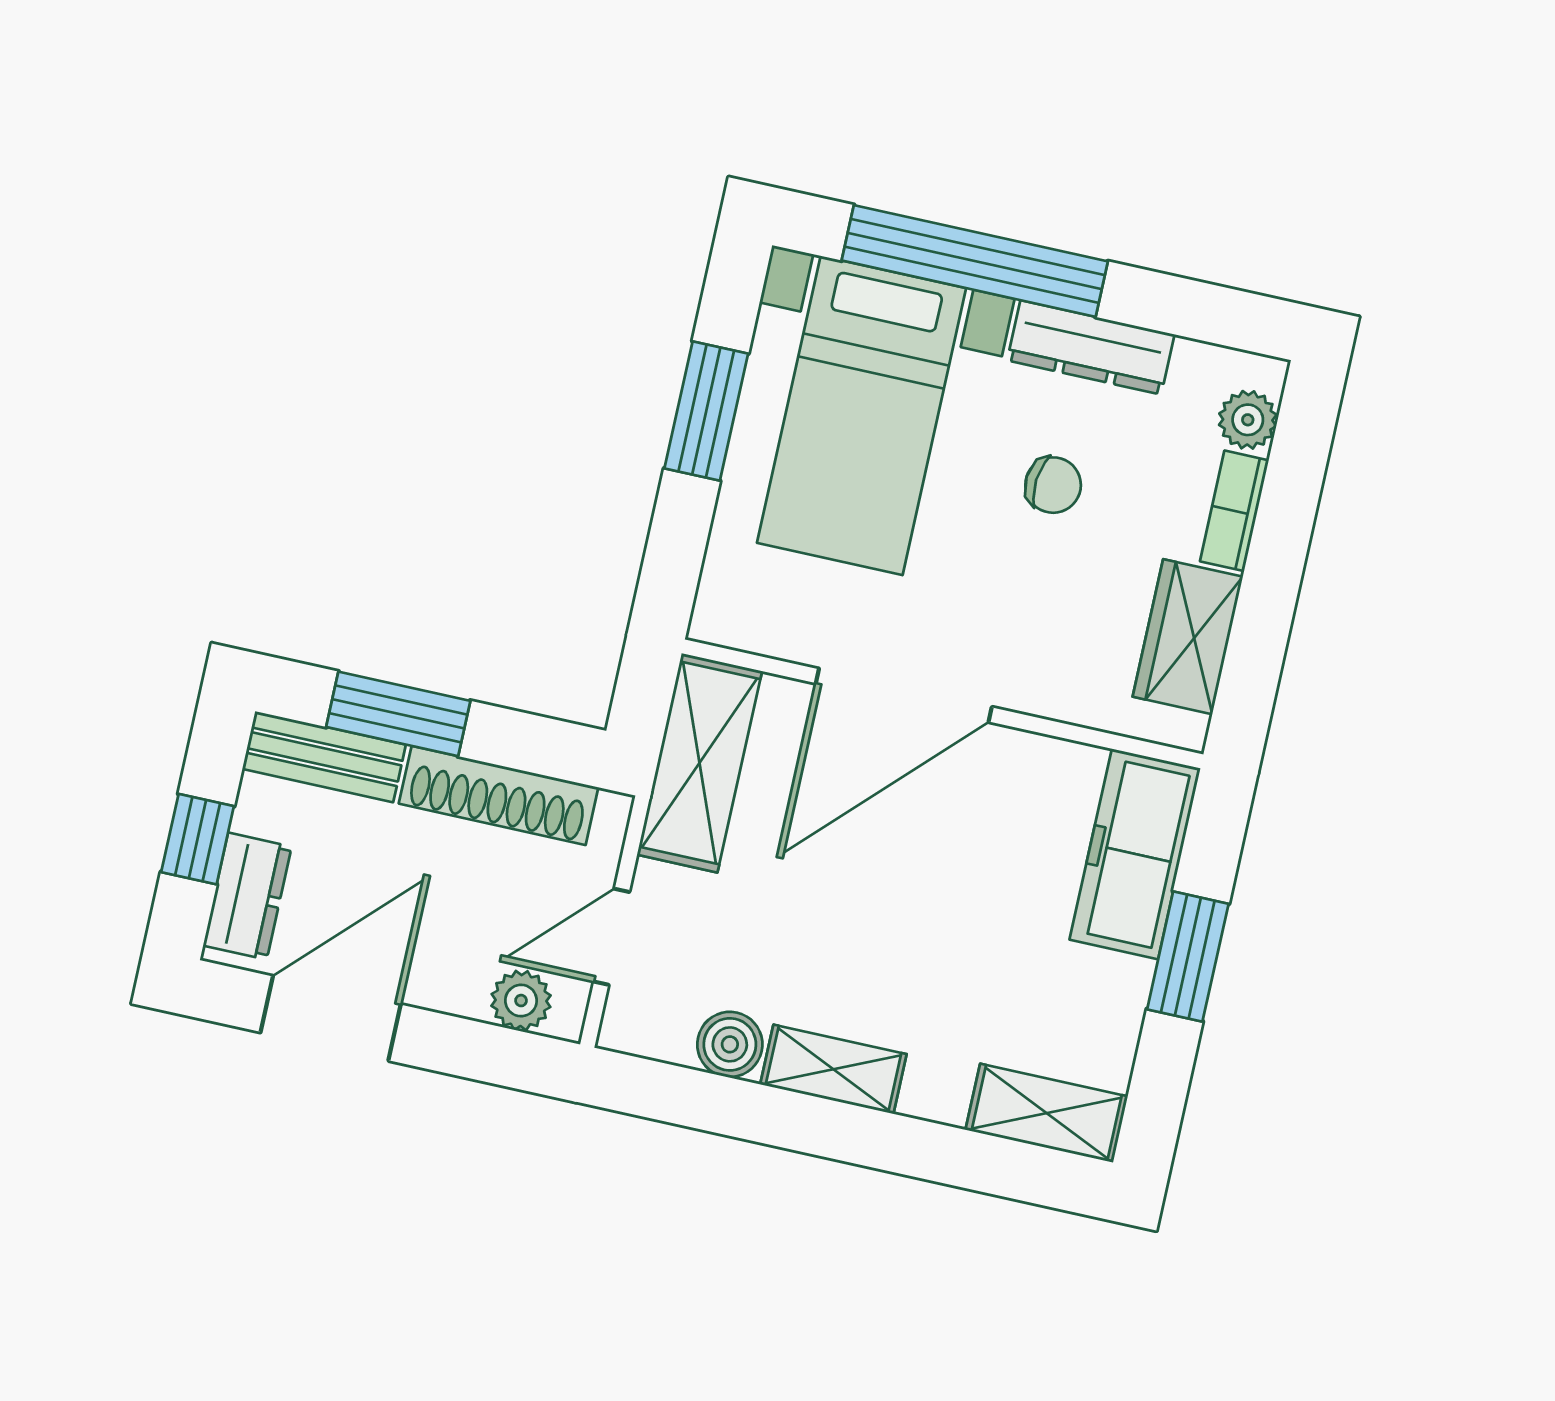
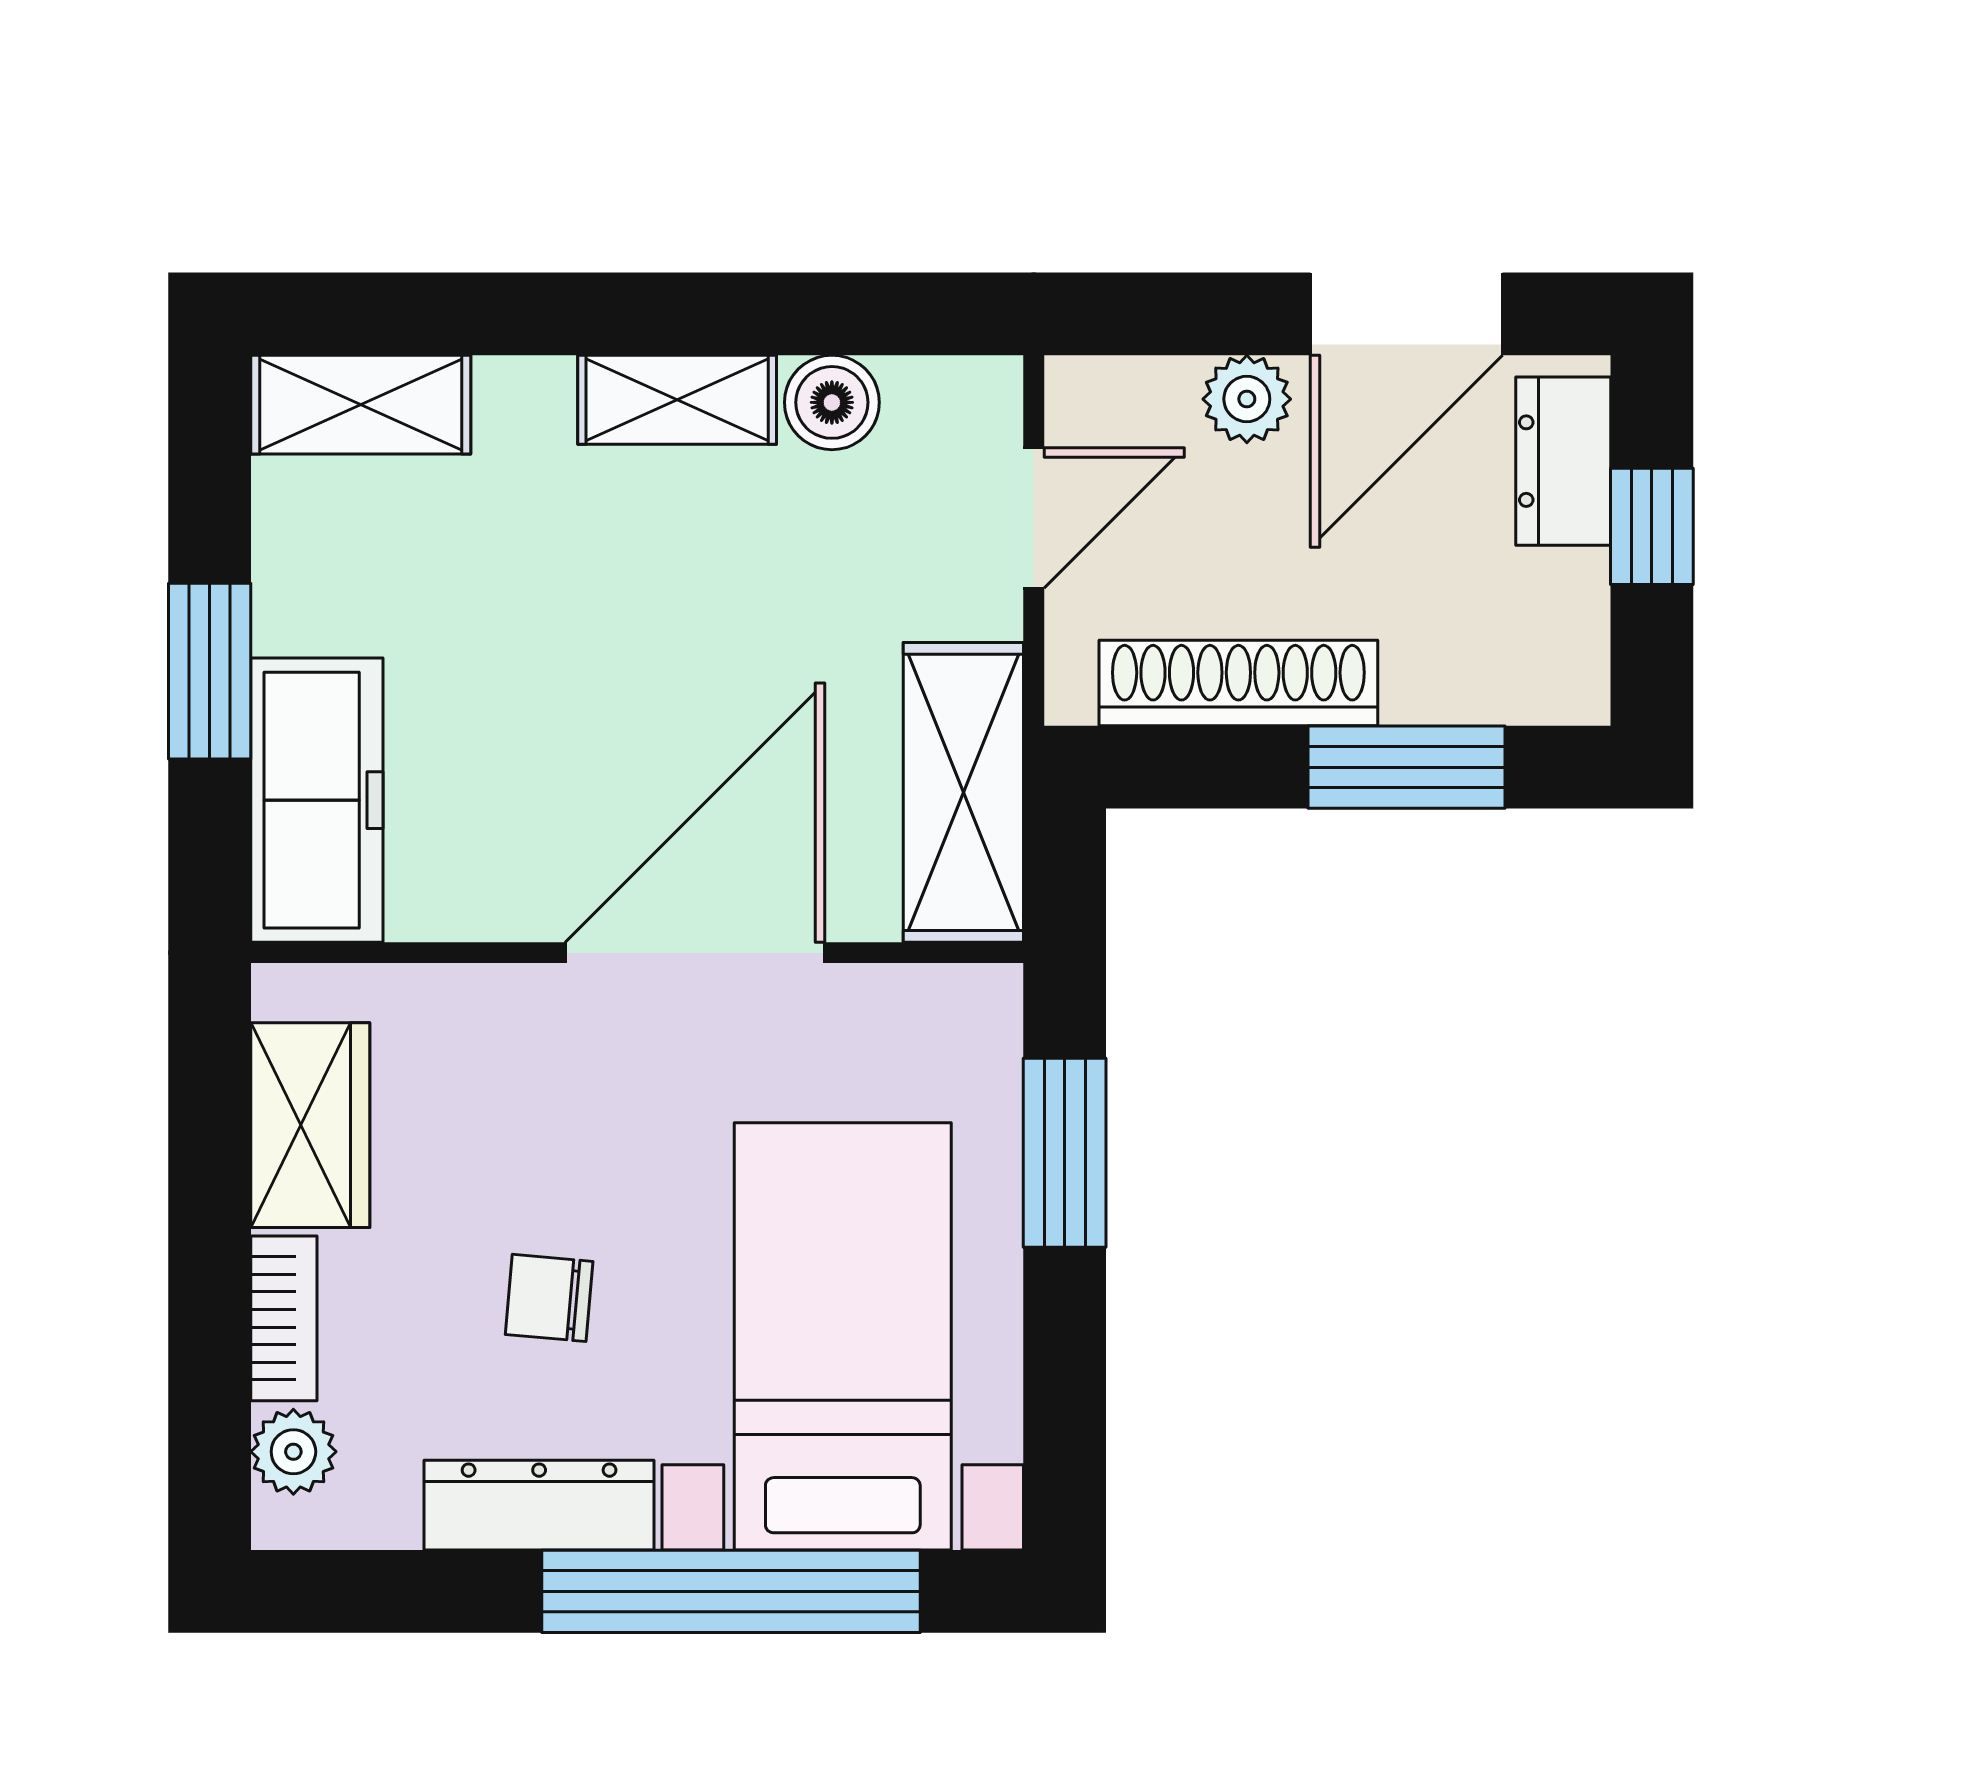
window: (706, 411) -> (1065, 1153), moved
bench: (324, 757) -> (1498, 683), removed
plant: (521, 1001) -> (1247, 399), moved

